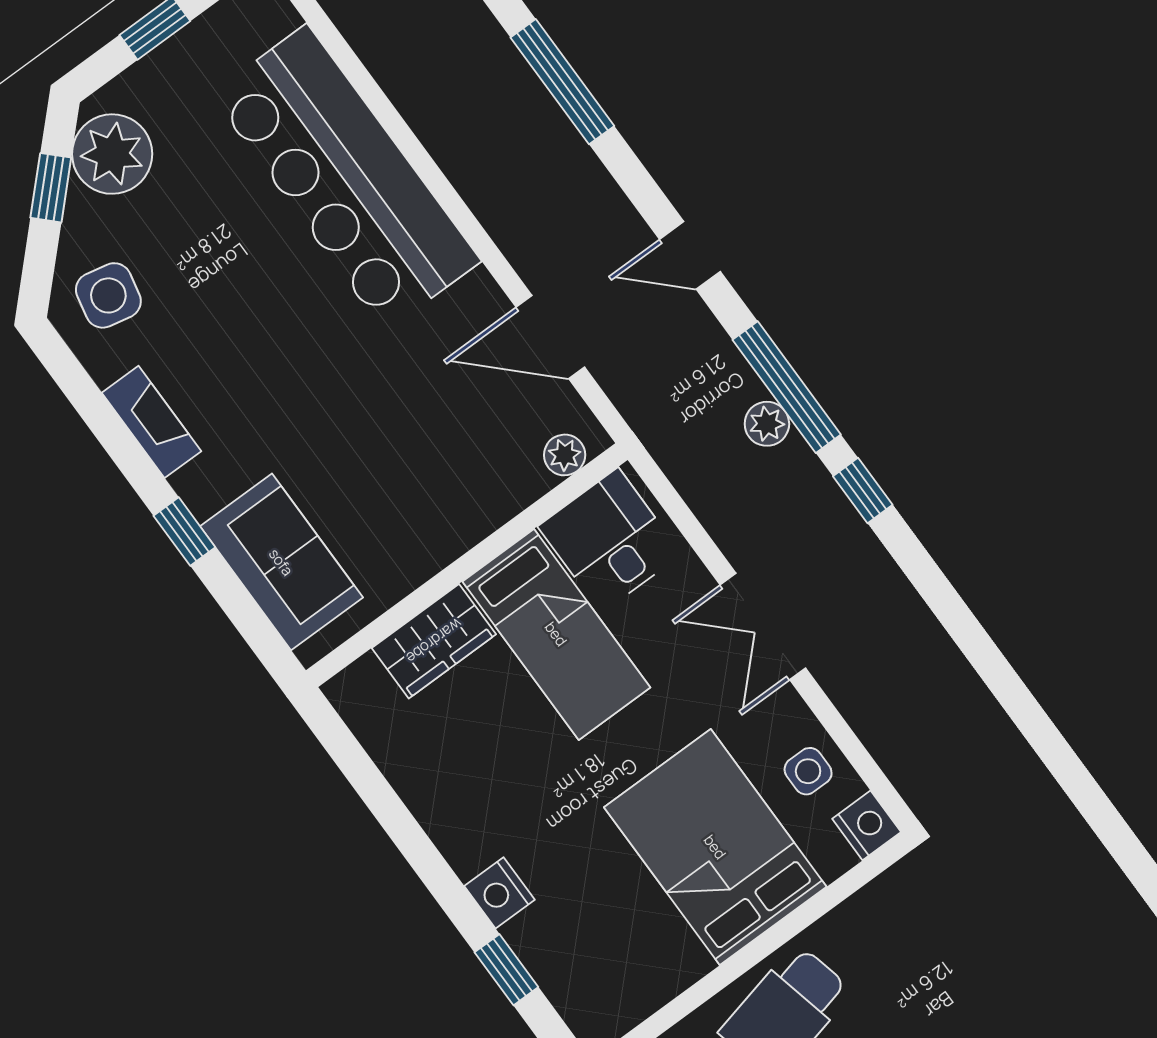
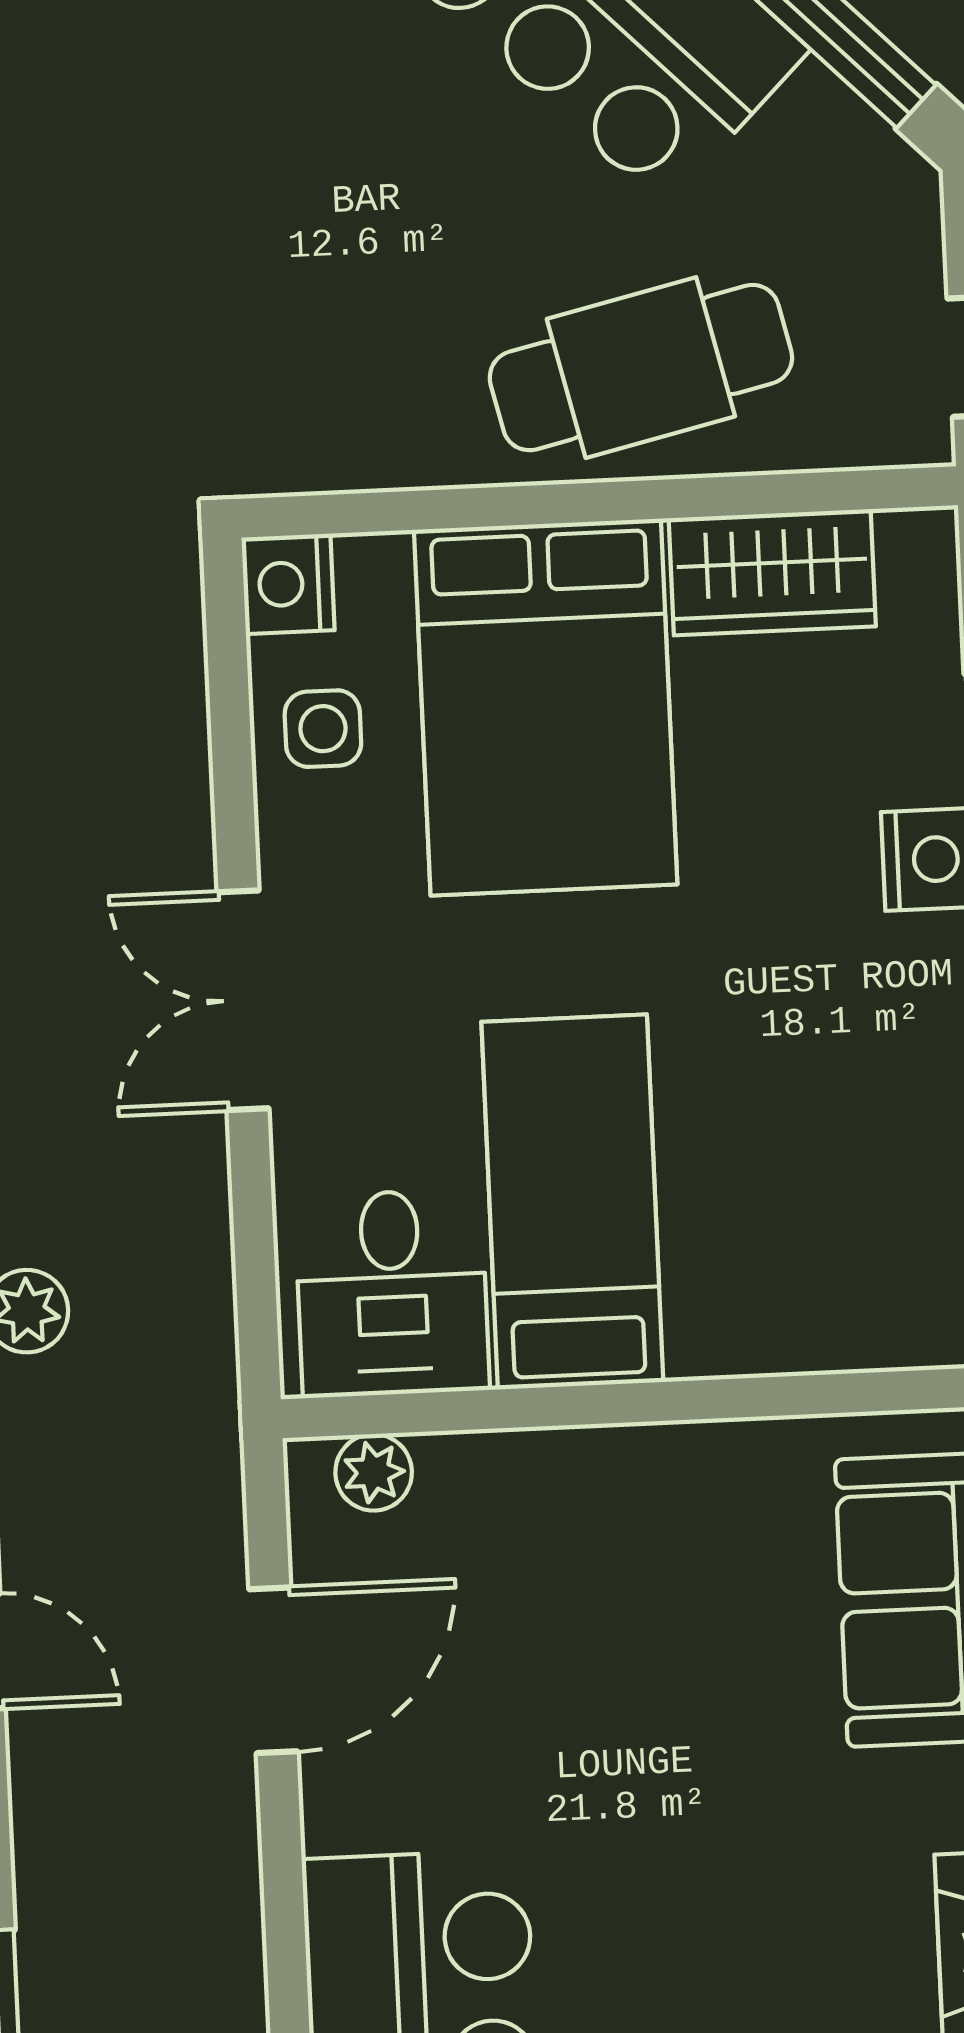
door: (550, 337) -> (273, 1670), hinge flipped
double door: (763, 626) -> (243, 1000), swing flipped
wardrobe: (434, 641) -> (772, 572), moved, turned 180

